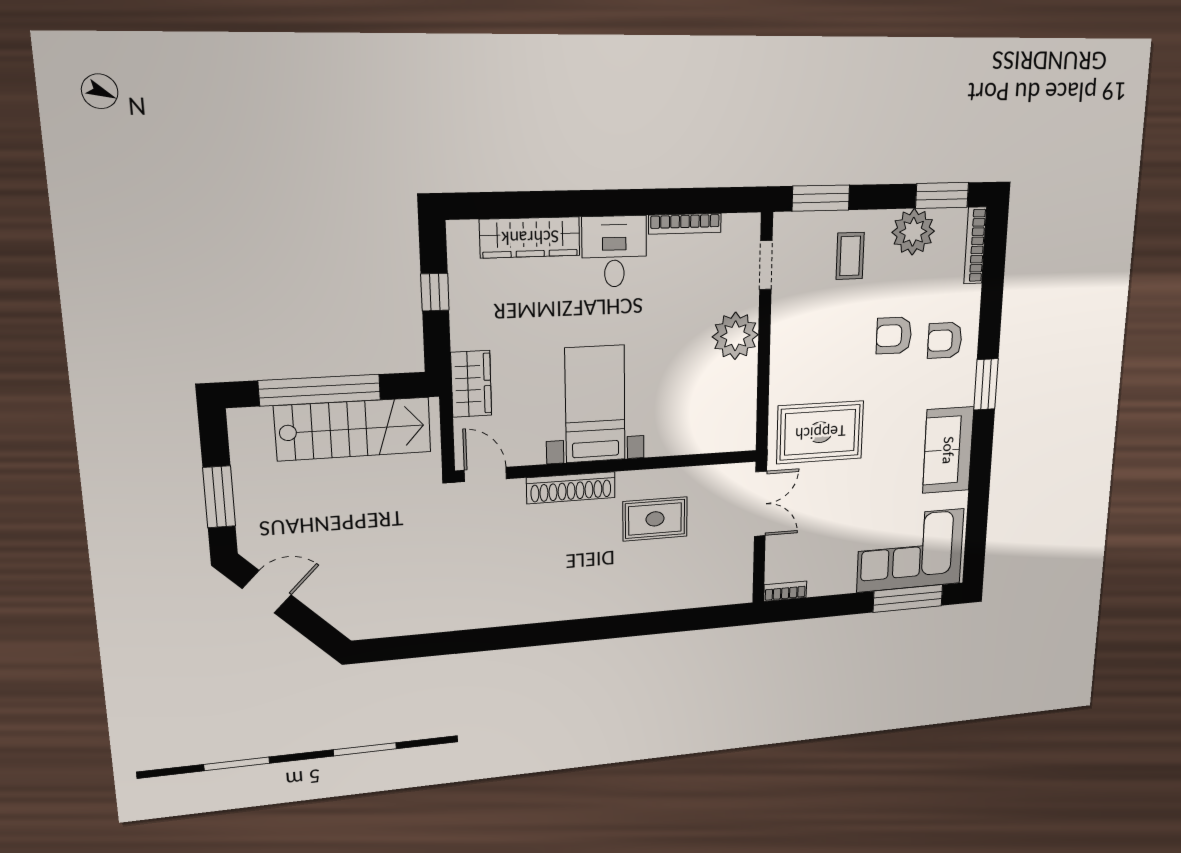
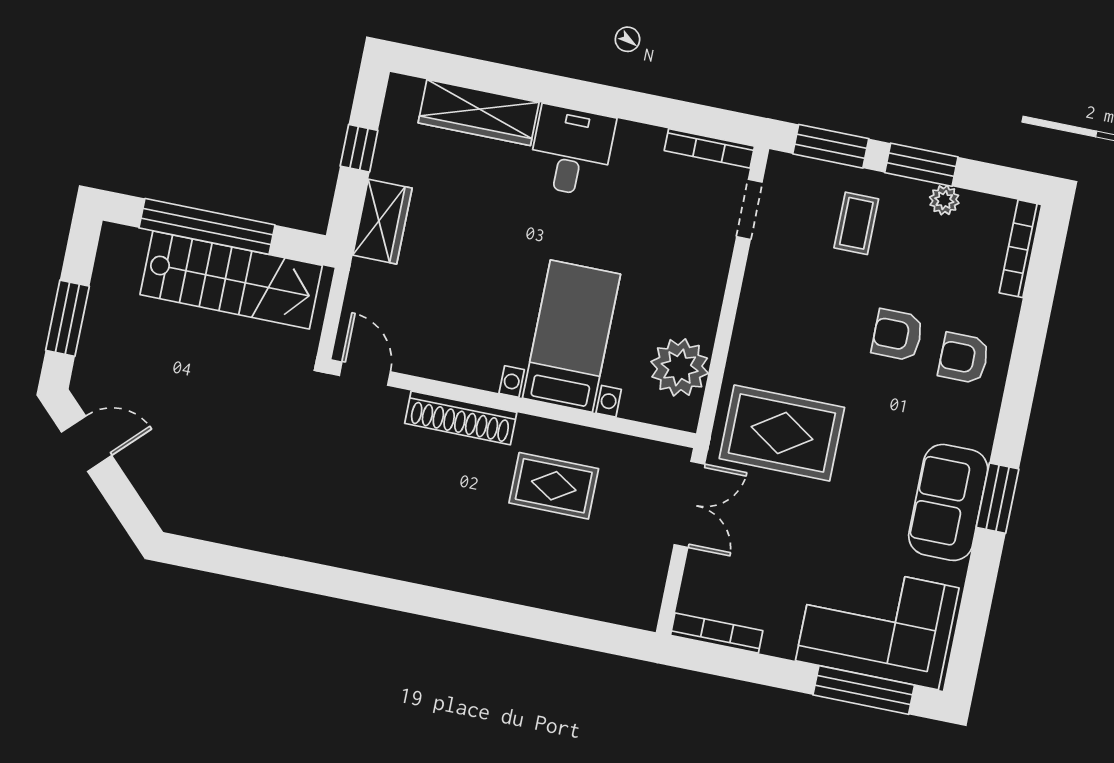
window: (942, 195) -> (921, 165), moved
bookcase: (685, 224) -> (709, 148), moved
plant: (913, 232) -> (944, 200), width x0.53, depth x0.53
plant: (735, 336) -> (680, 367), moved
wardrobe: (471, 384) -> (382, 222), moved
window: (986, 384) -> (998, 498), moved
bed with nightstands: (595, 404) -> (571, 336), moved
bookcase: (785, 591) -> (717, 633), width x1.56

